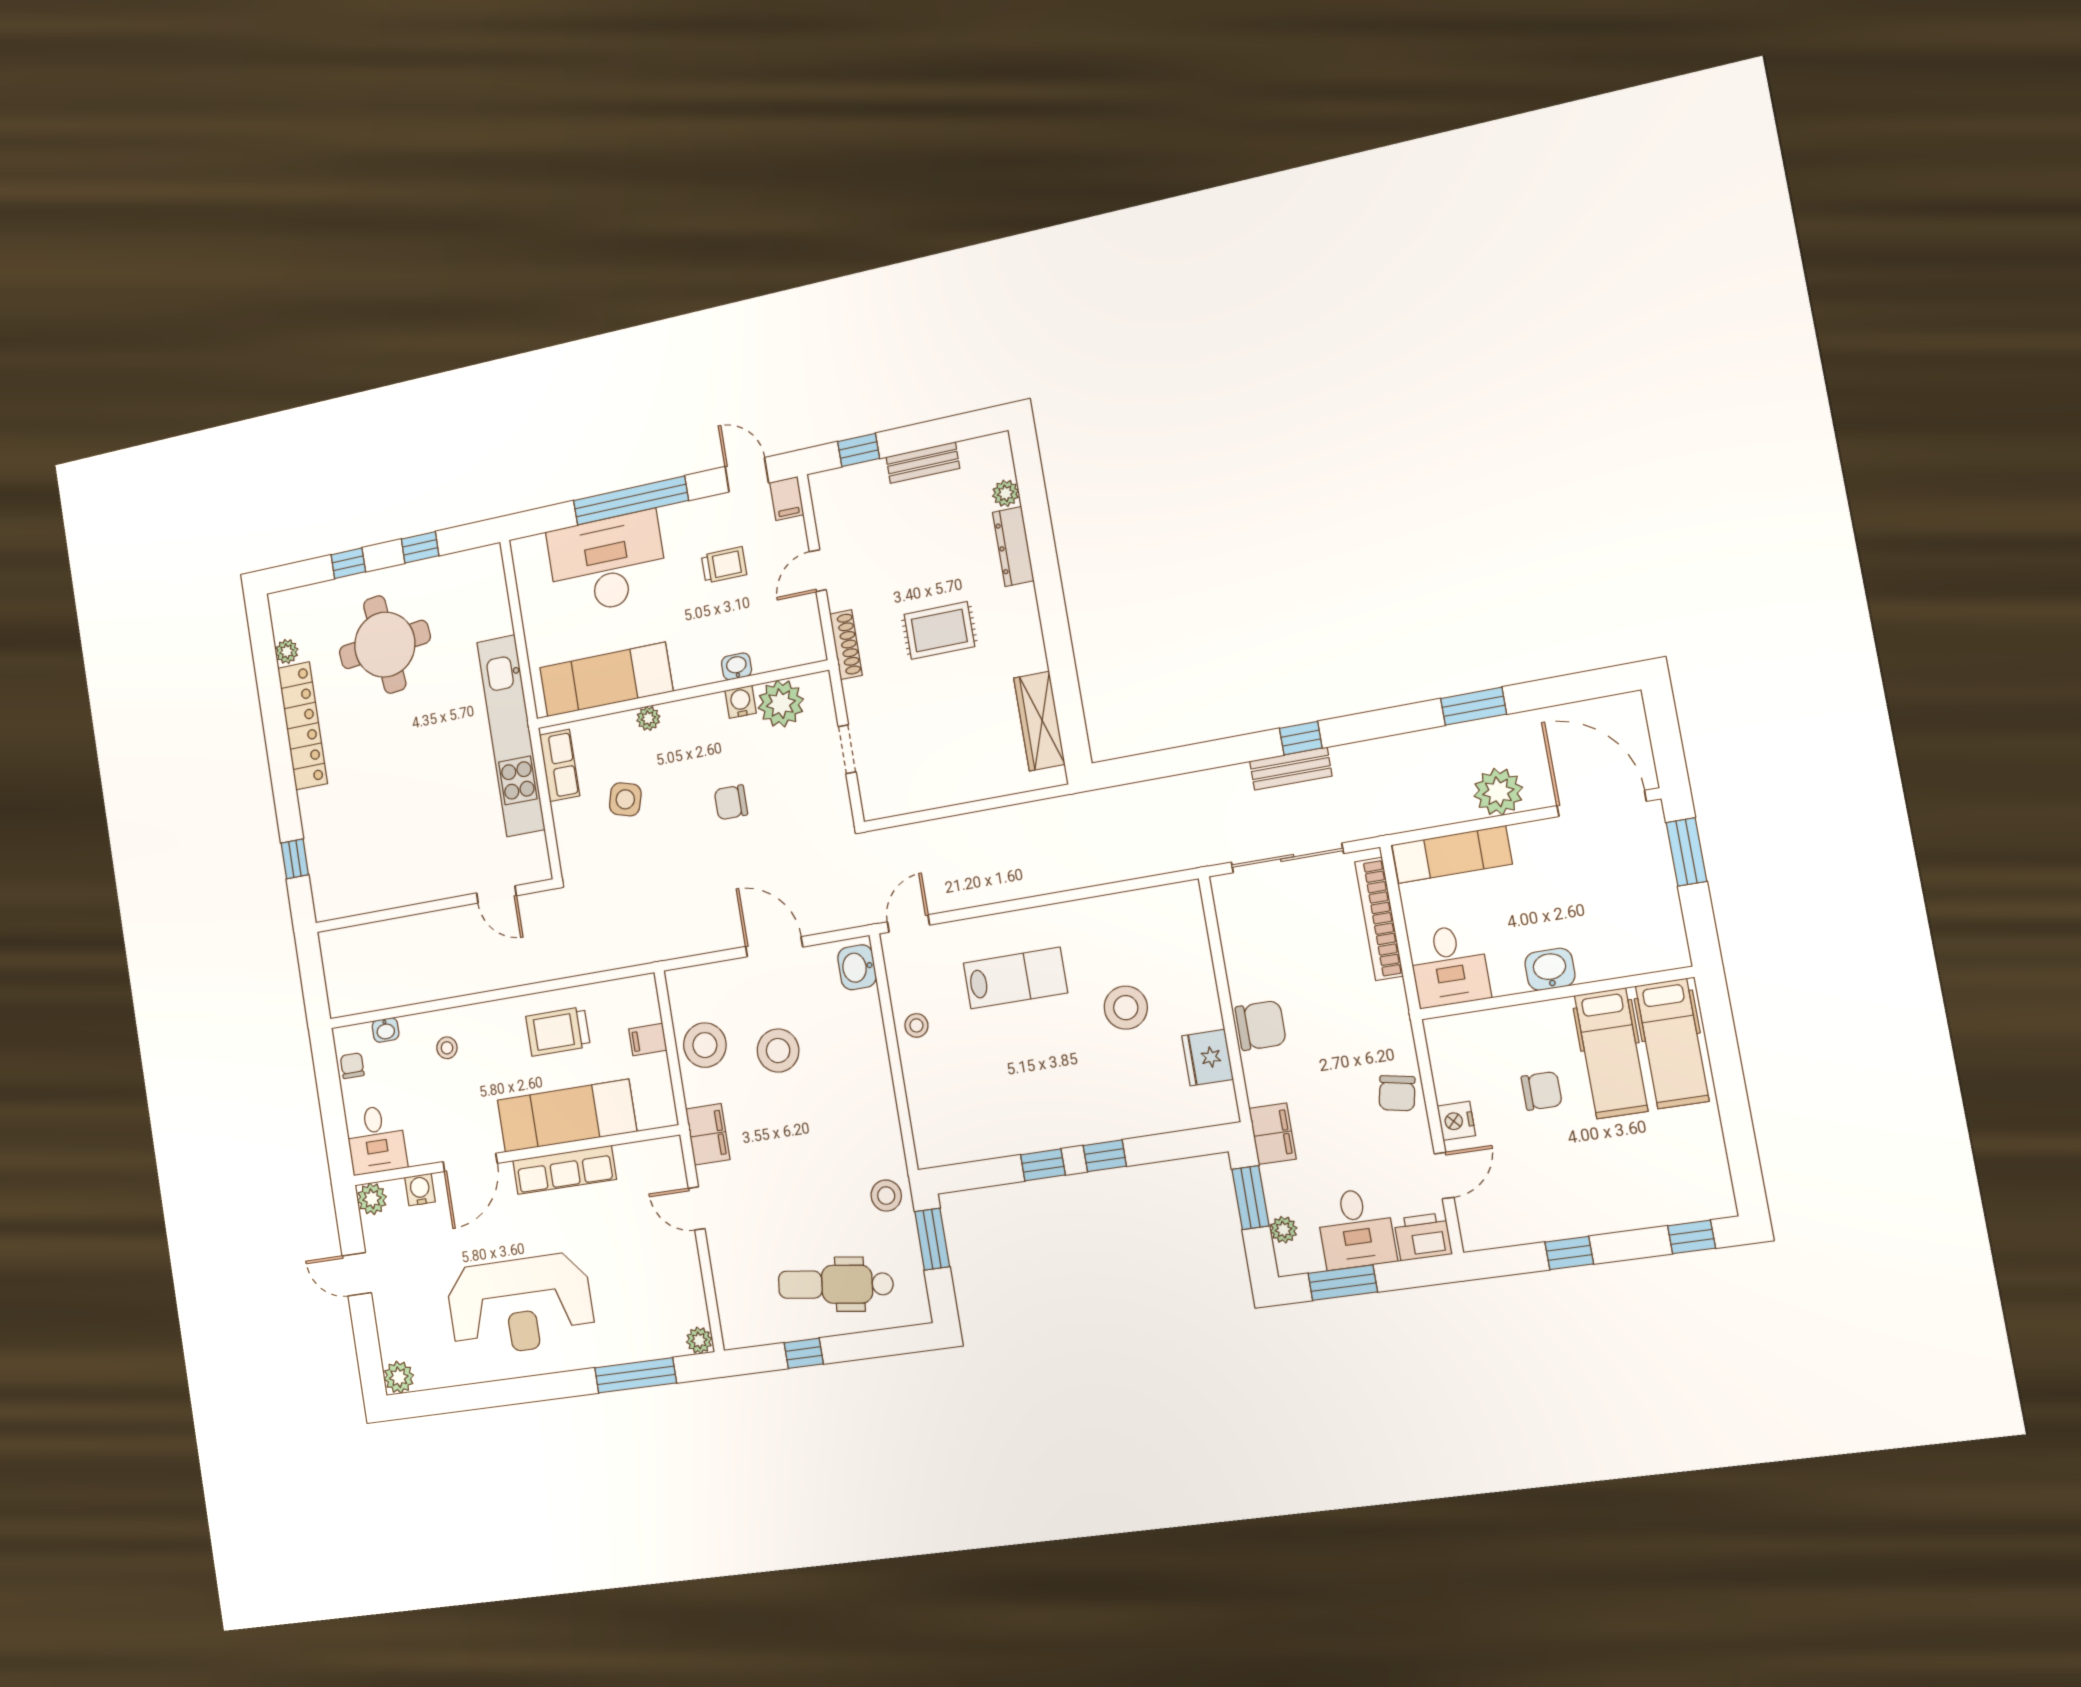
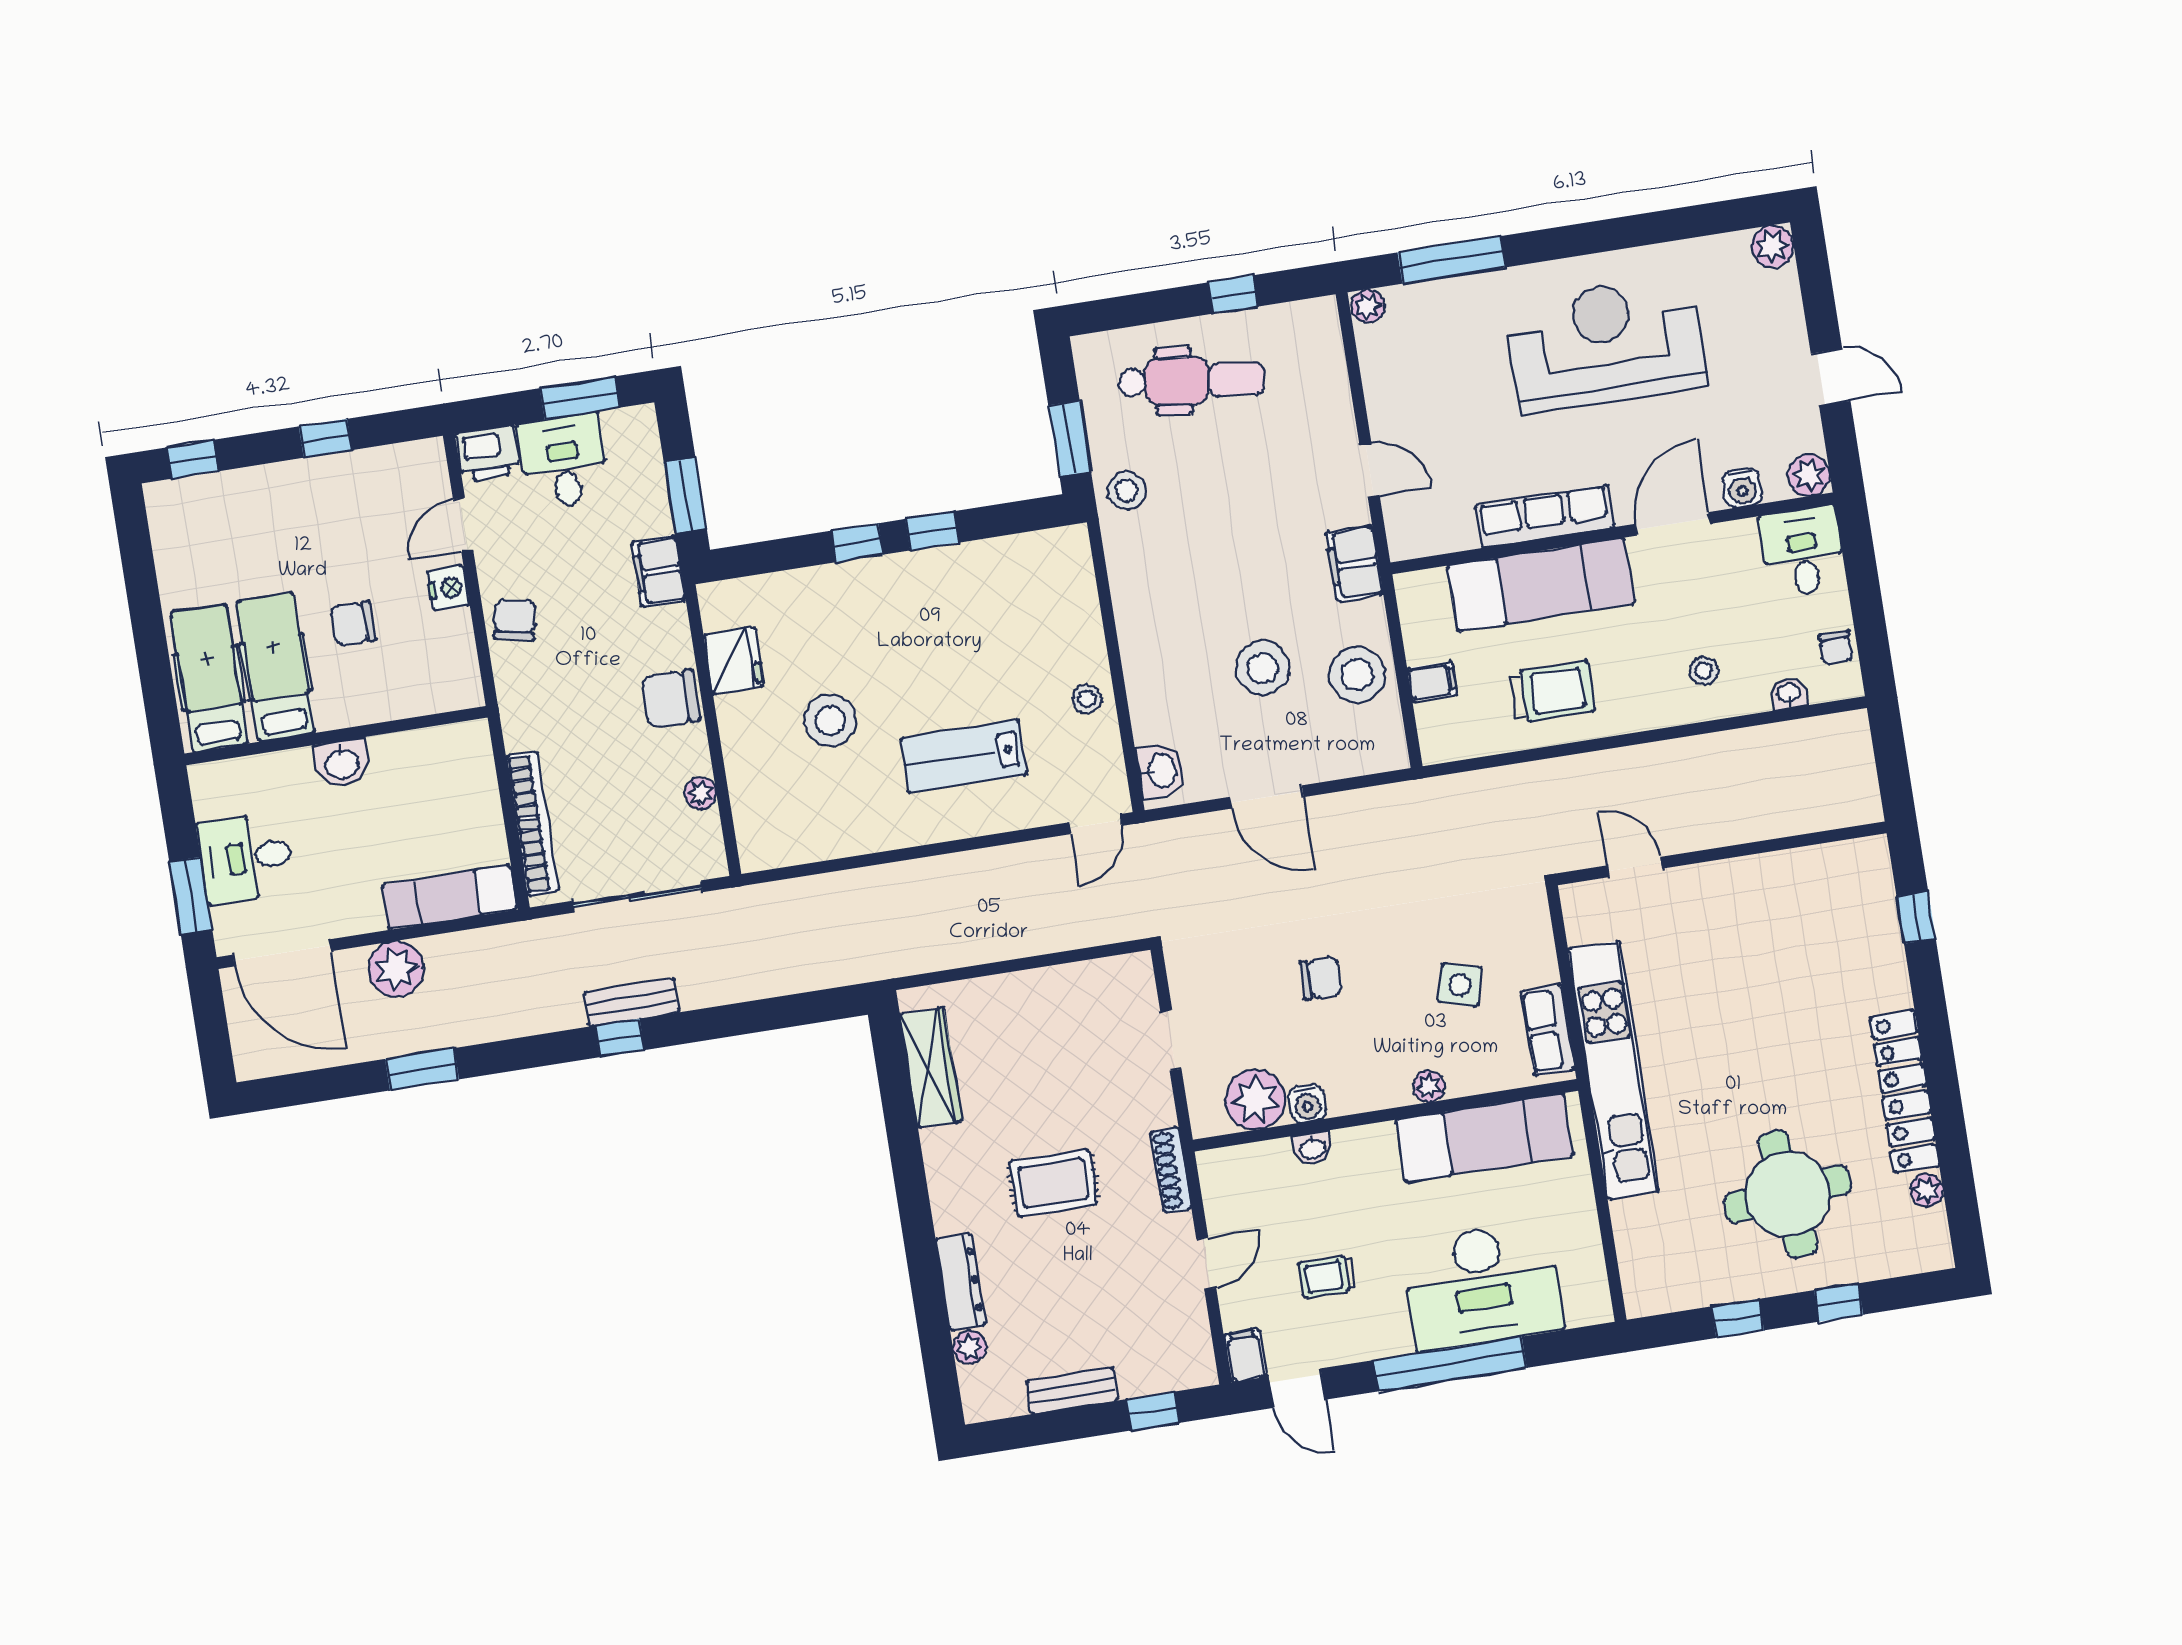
desk: (1449, 966) -> (246, 858), moved, turned -90
plant: (1284, 1230) -> (700, 793), moved

